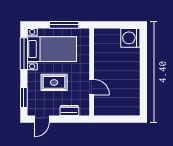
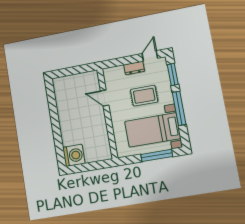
window: (64, 25) -> (157, 155), moved
window: (24, 54) -> (179, 108), moved
dresser: (69, 111) -> (134, 68), moved

